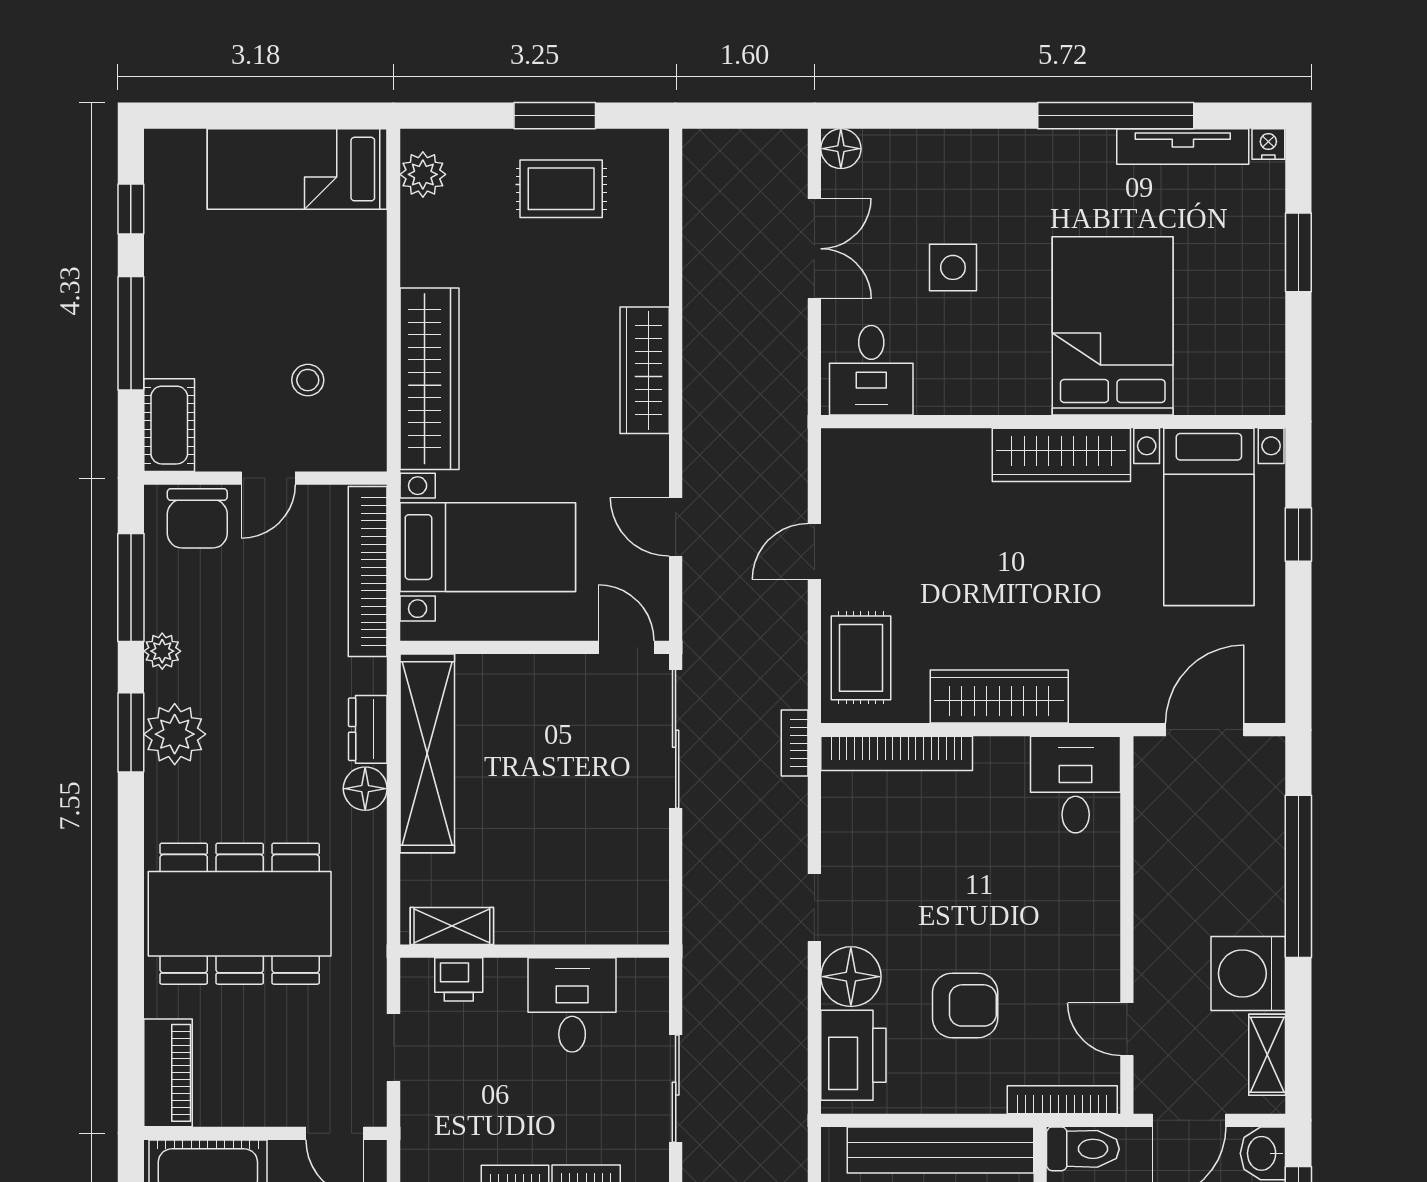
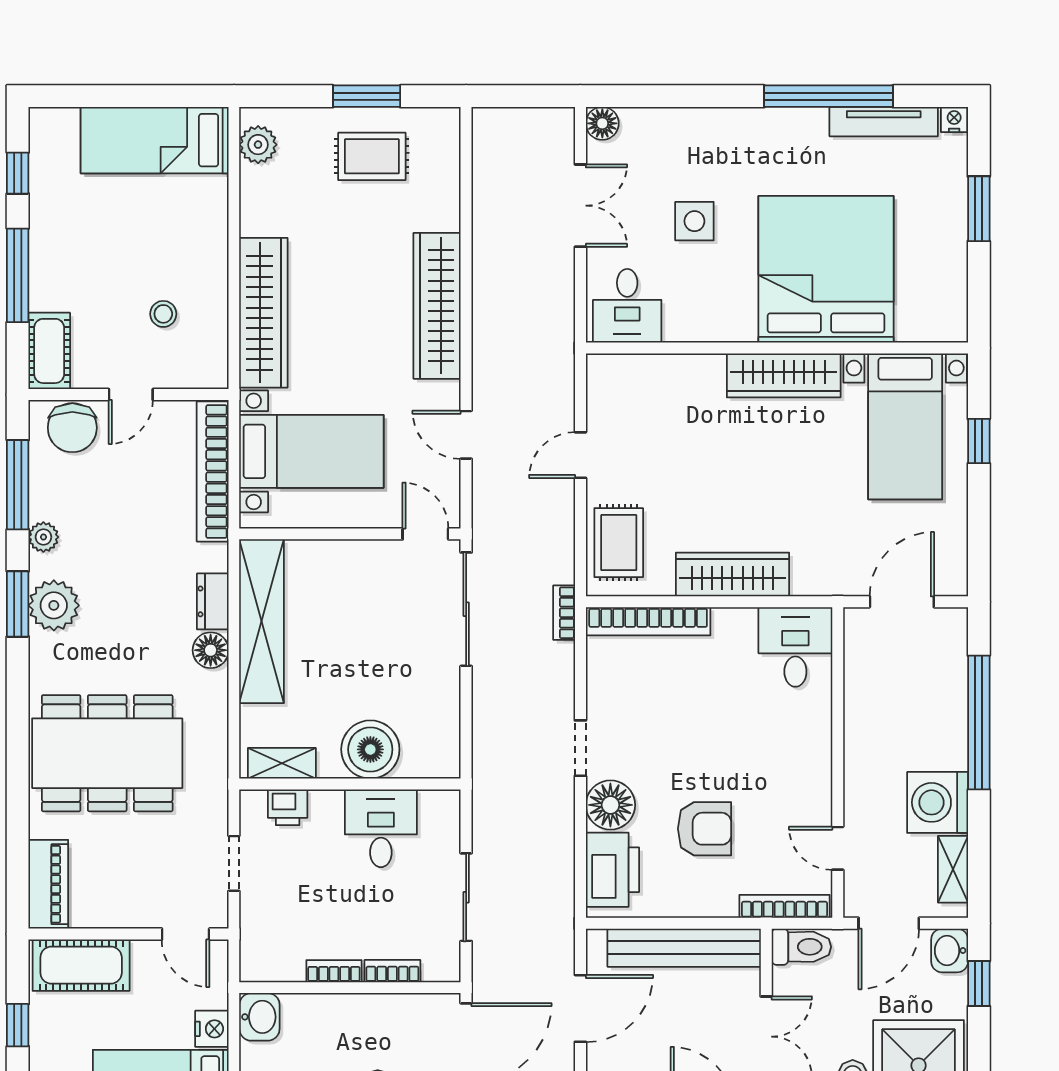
bed: (1113, 326) -> (826, 269), width x1.36
wardrobe: (645, 370) -> (437, 306), width x1.40, depth x1.17
boiler: (559, 909) -> (370, 749), added

